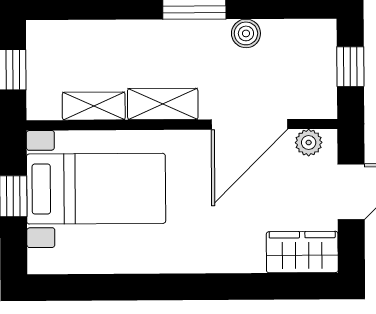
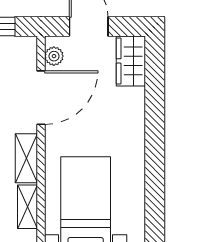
door: (249, 124) -> (41, 98), hinge flipped

